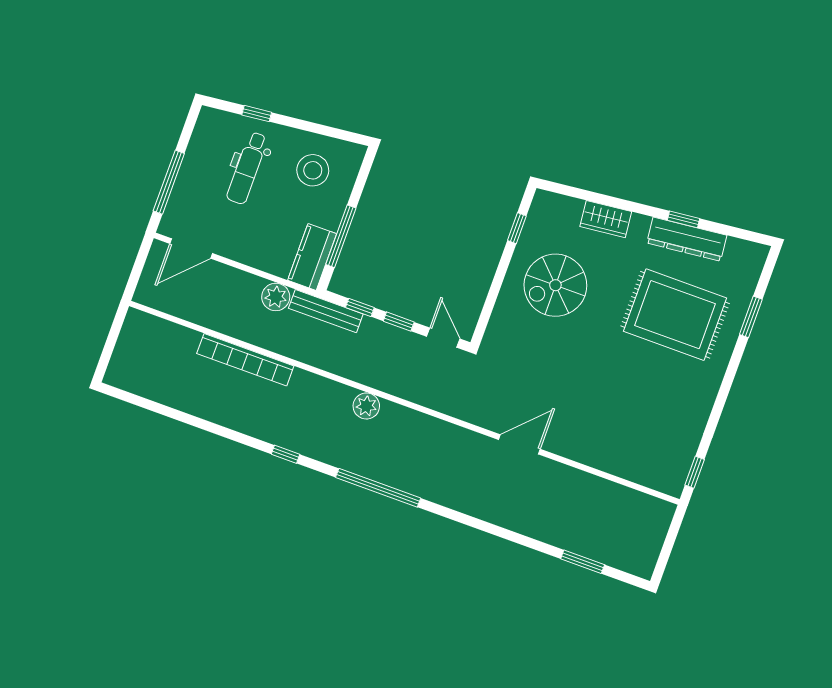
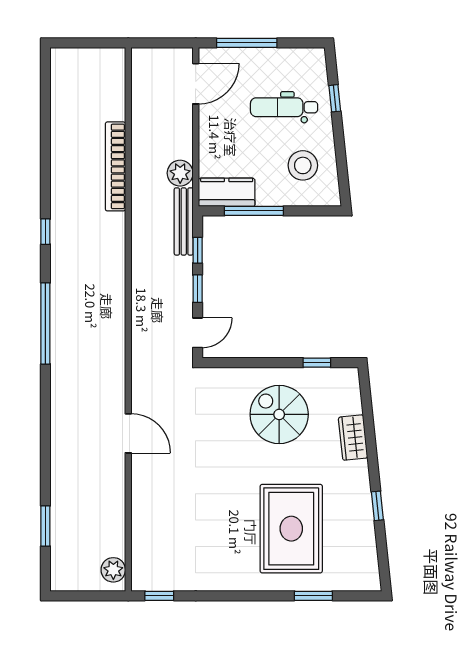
dresser: (687, 239) -> (361, 515), removed
door: (191, 248) -> (196, 84), swing flipped
plant: (366, 406) -> (113, 570), moved

